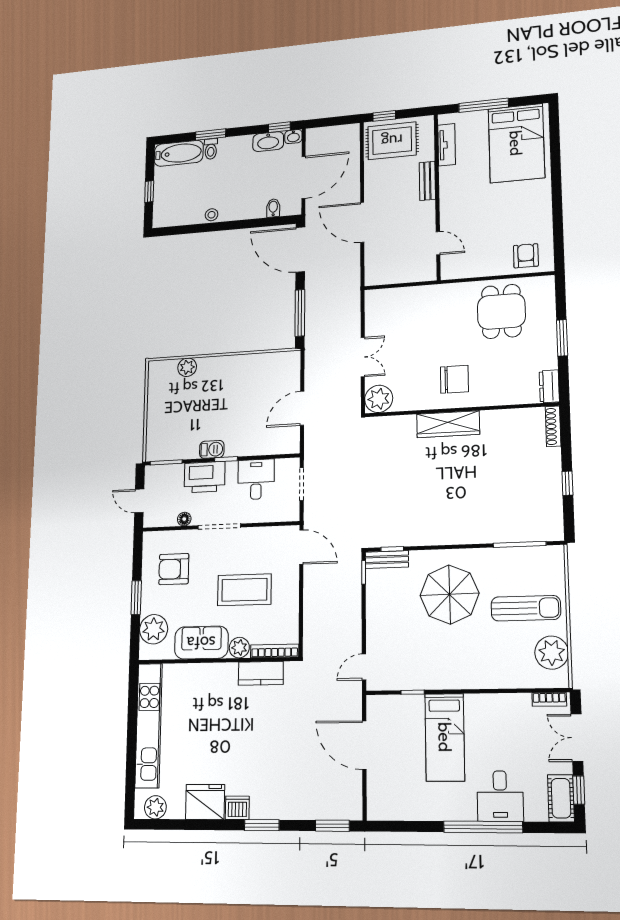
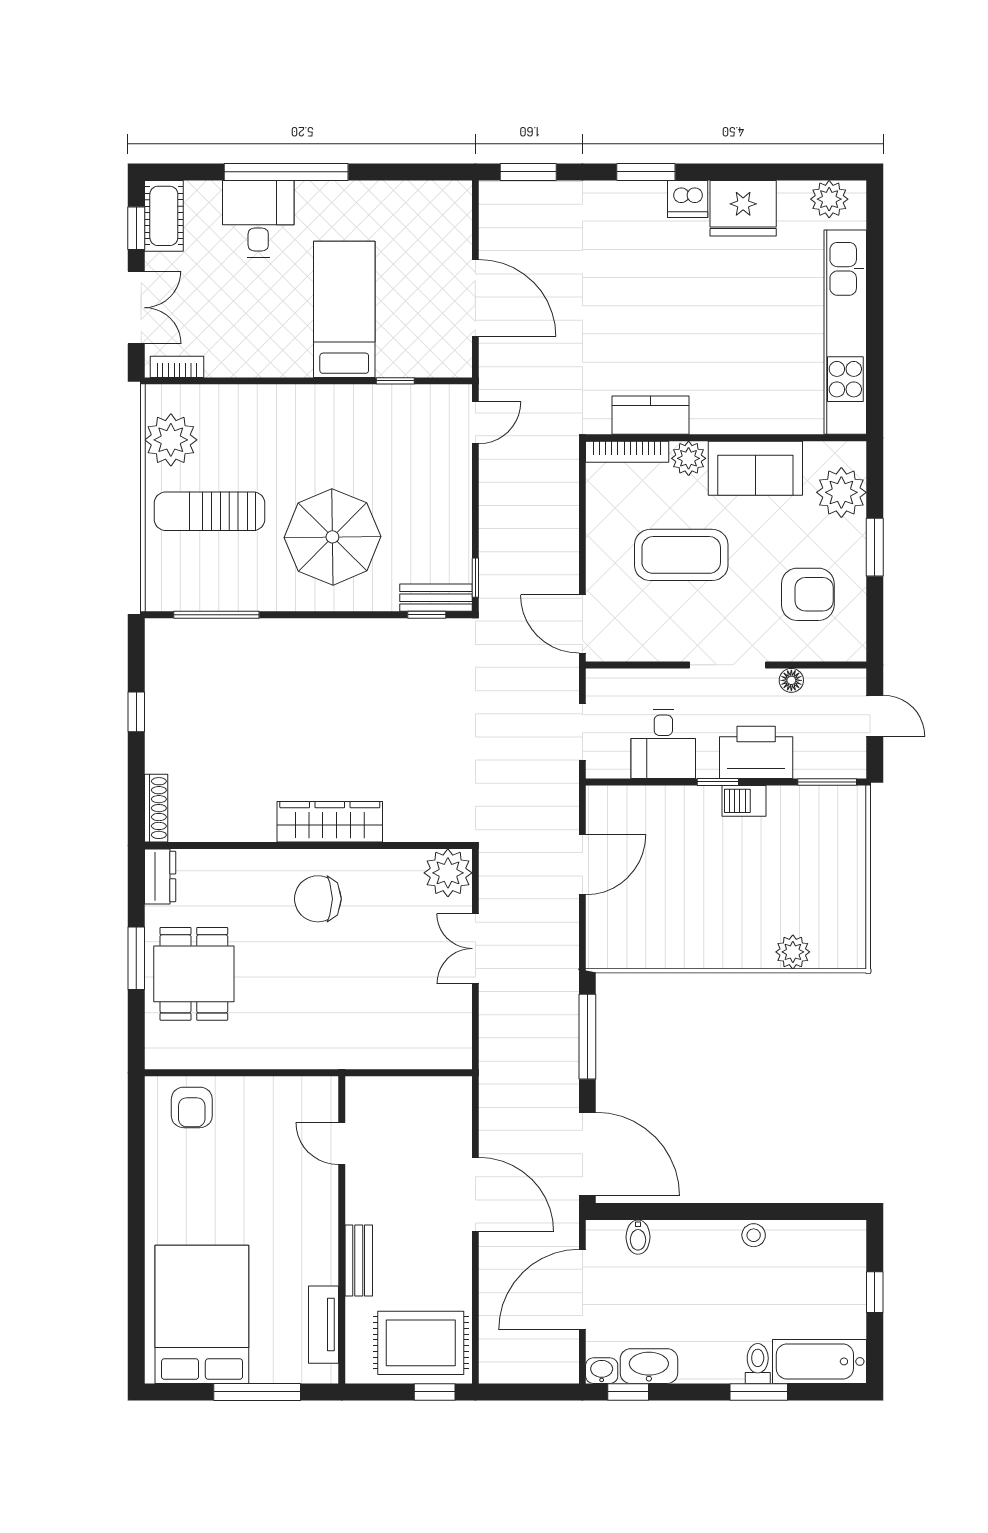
dining table: (501, 311) -> (194, 974), moved

